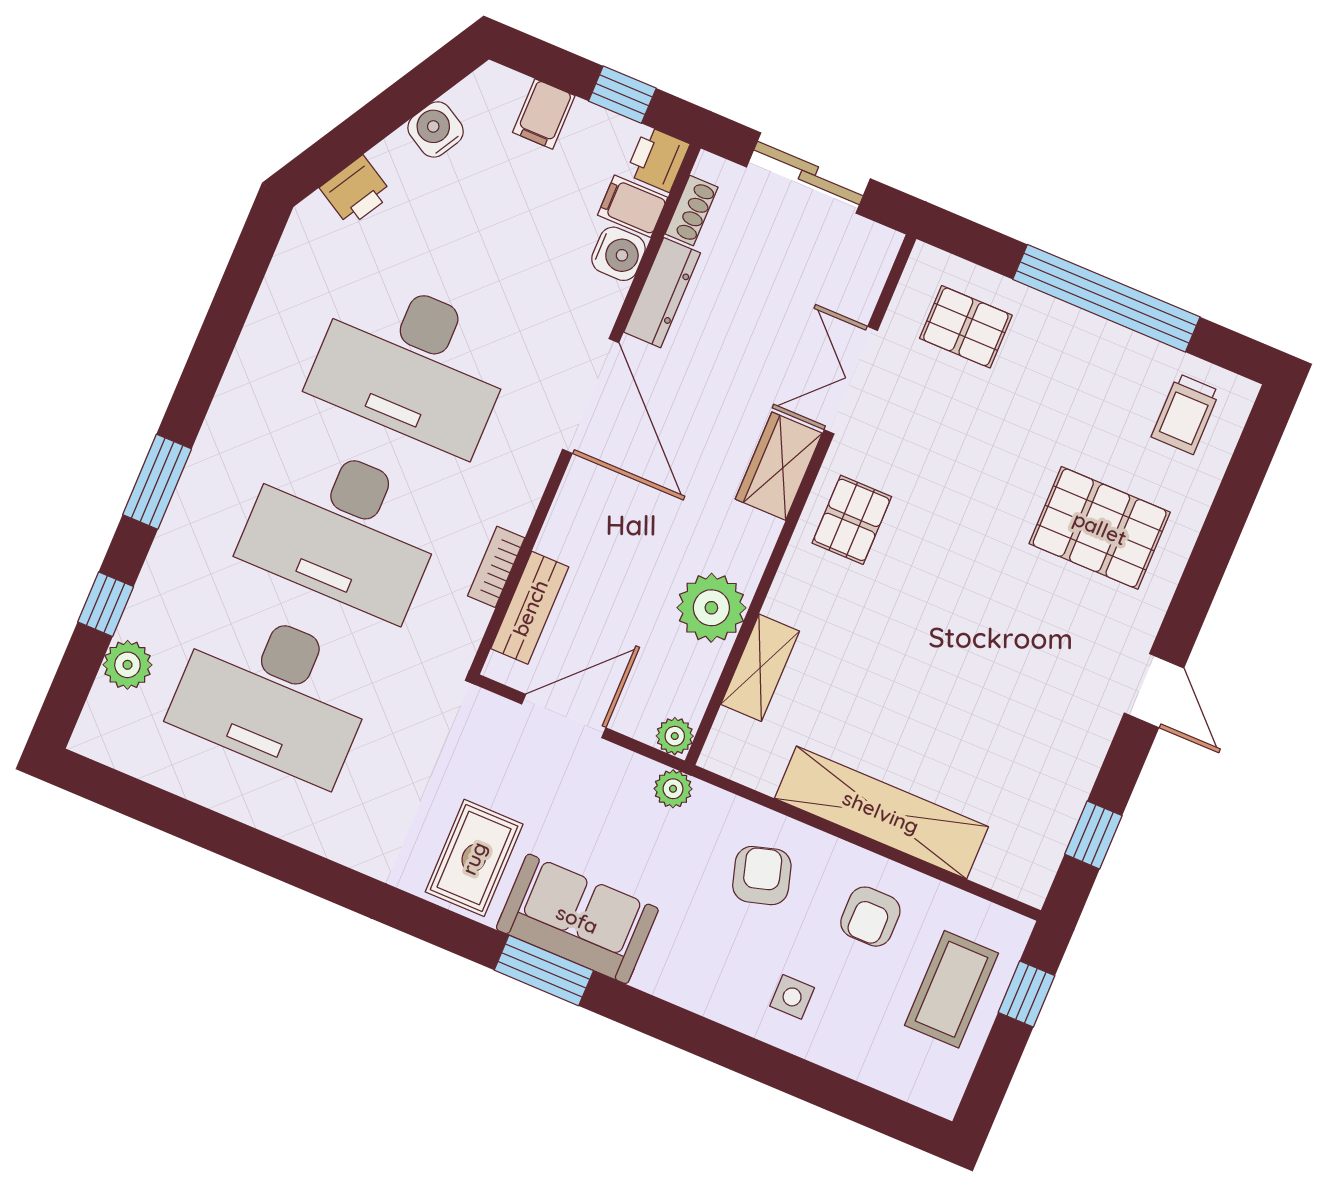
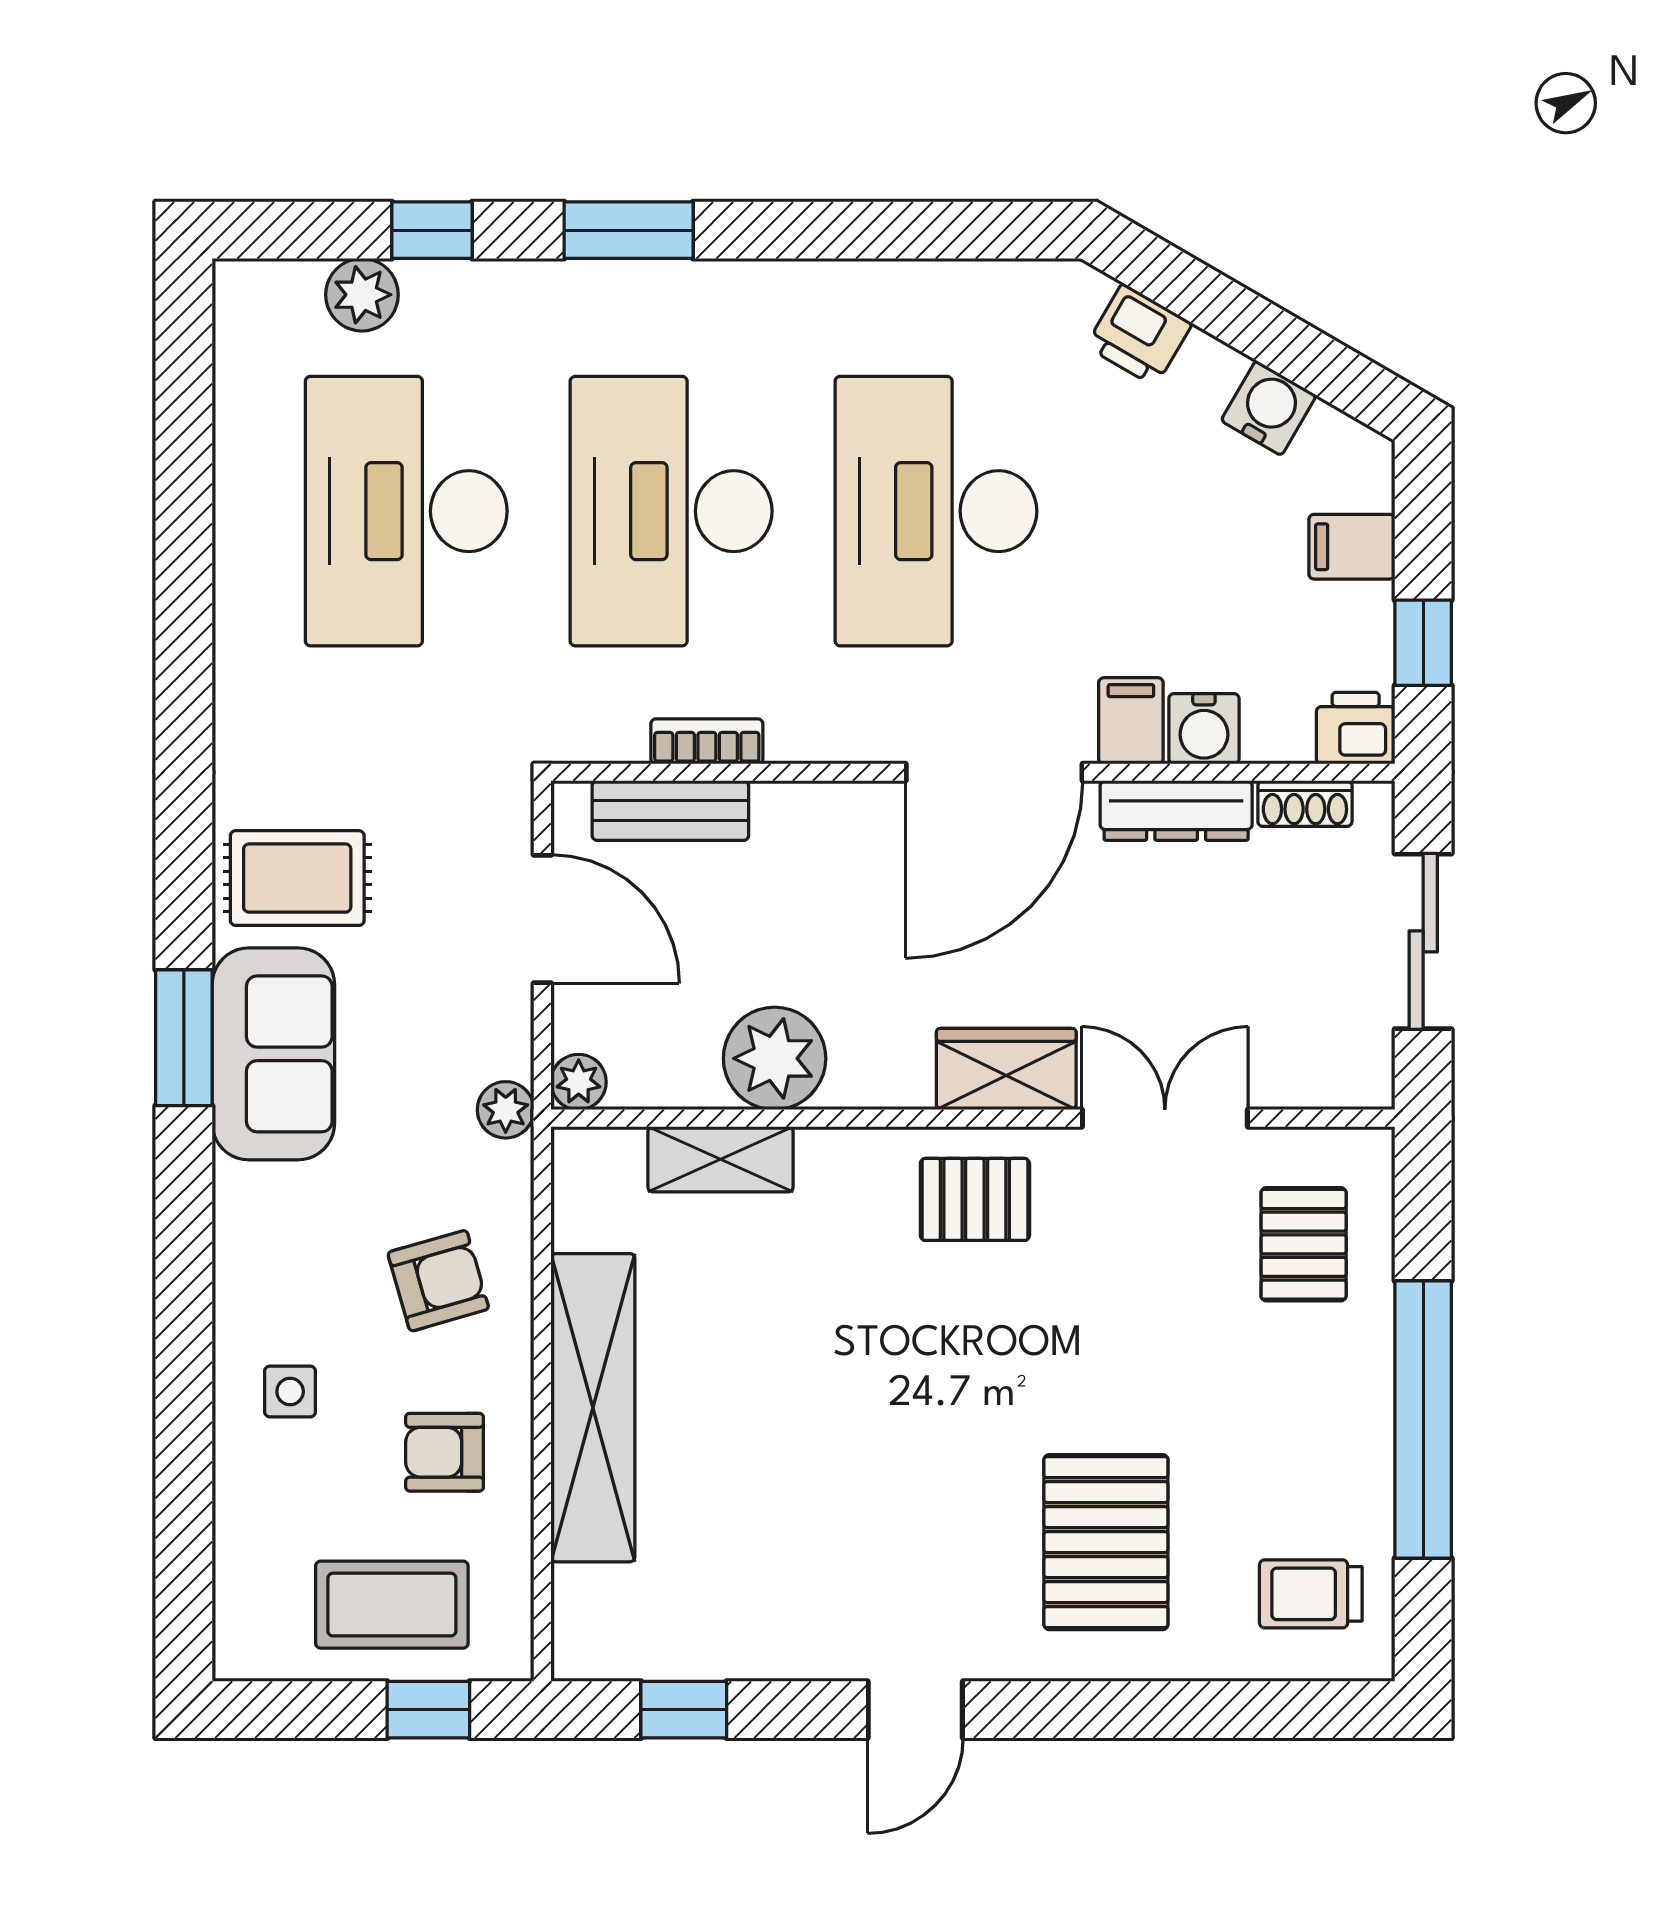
filing cabinet: (633, 206) -> (1131, 721), moved

